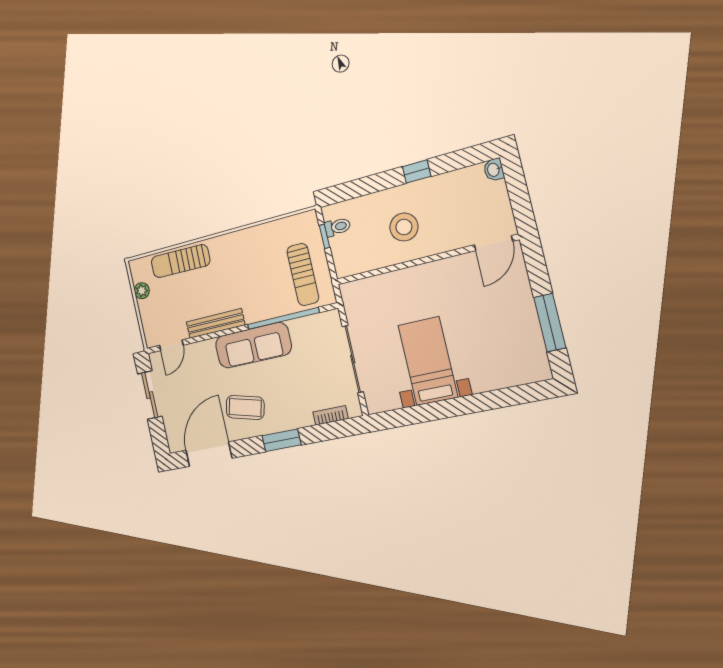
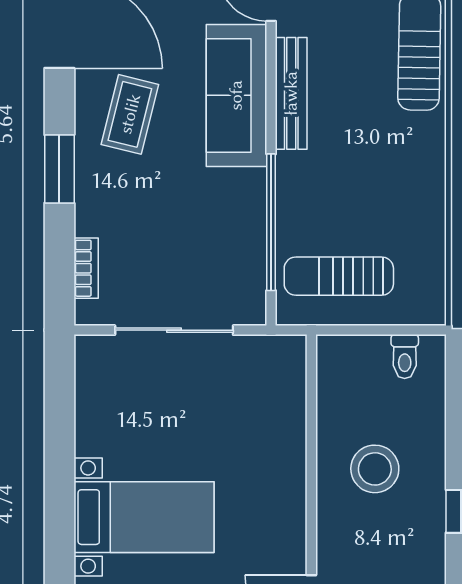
window: (325, 236) -> (395, 330), removed
sofa: (253, 345) -> (236, 95), moved
bed with nightstands: (428, 361) -> (144, 517), moved

